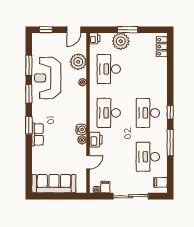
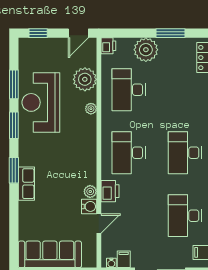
window: (127, 30) -> (170, 33), moved
water cooler: (81, 129) -> (89, 206), moved

